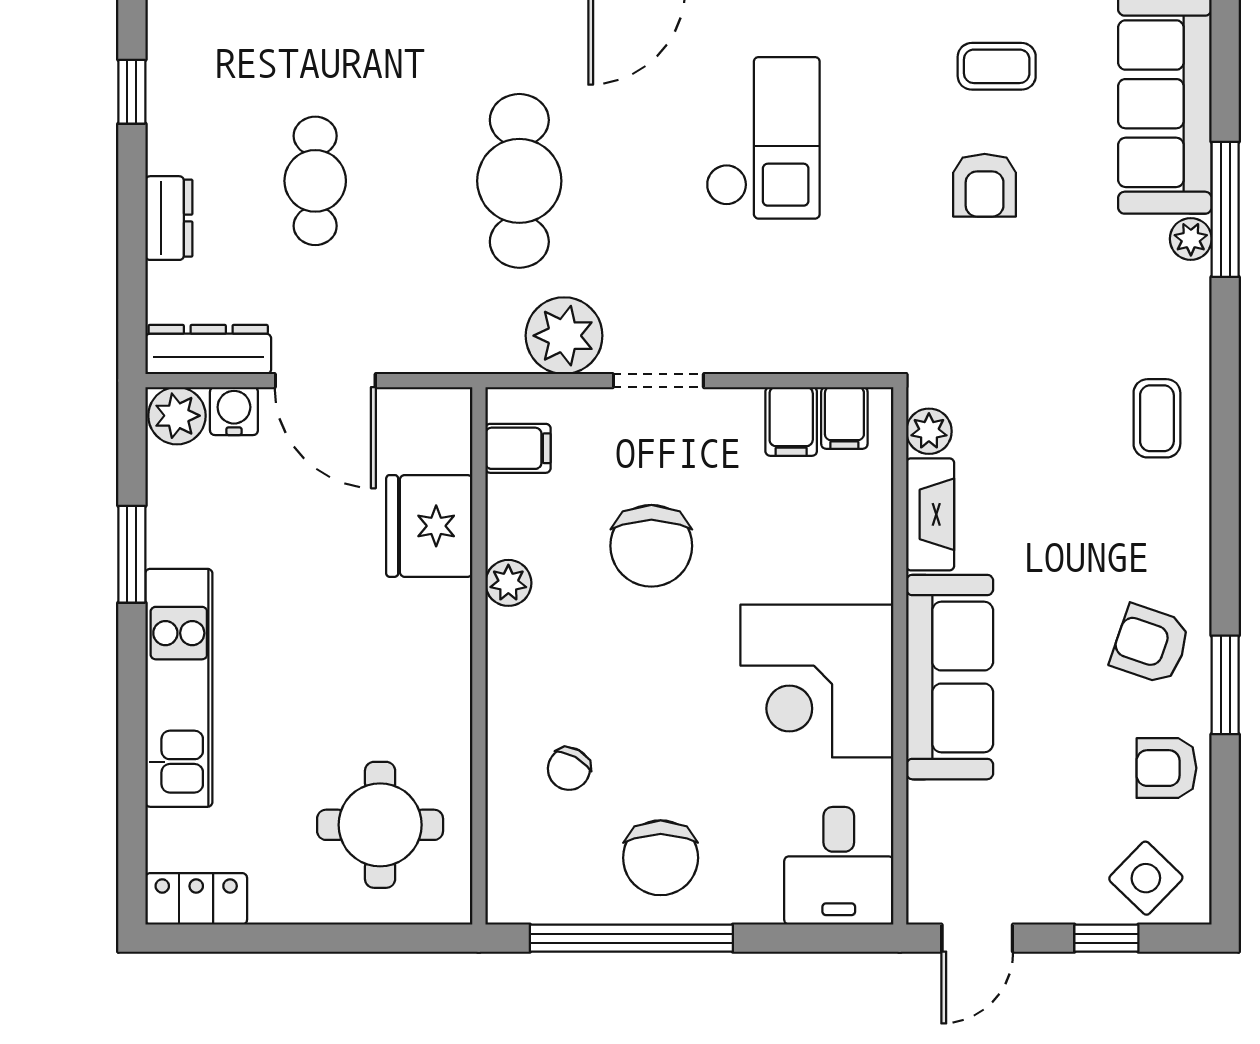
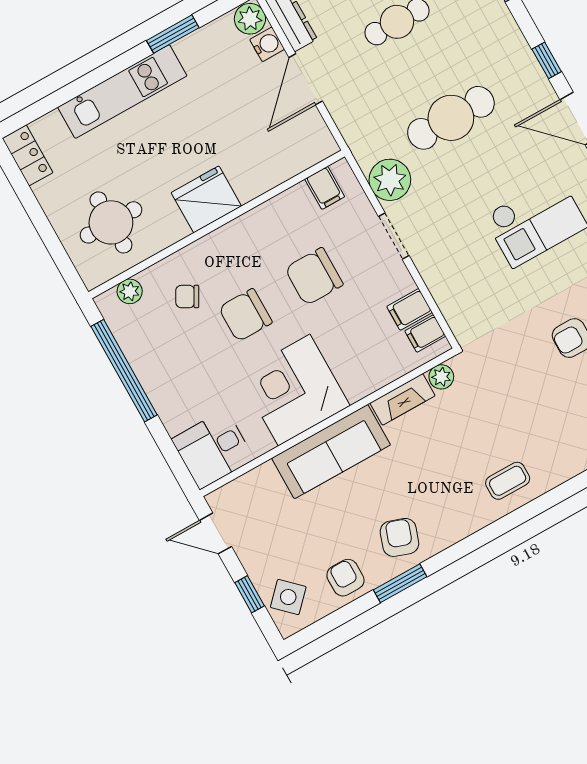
fridge: (429, 526) -> (206, 199), moved
plant: (508, 583) -> (130, 291), moved
chair: (661, 858) -> (245, 315), moved

